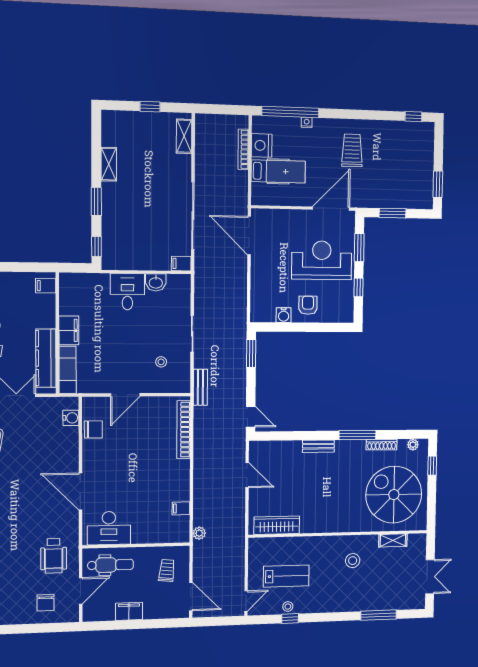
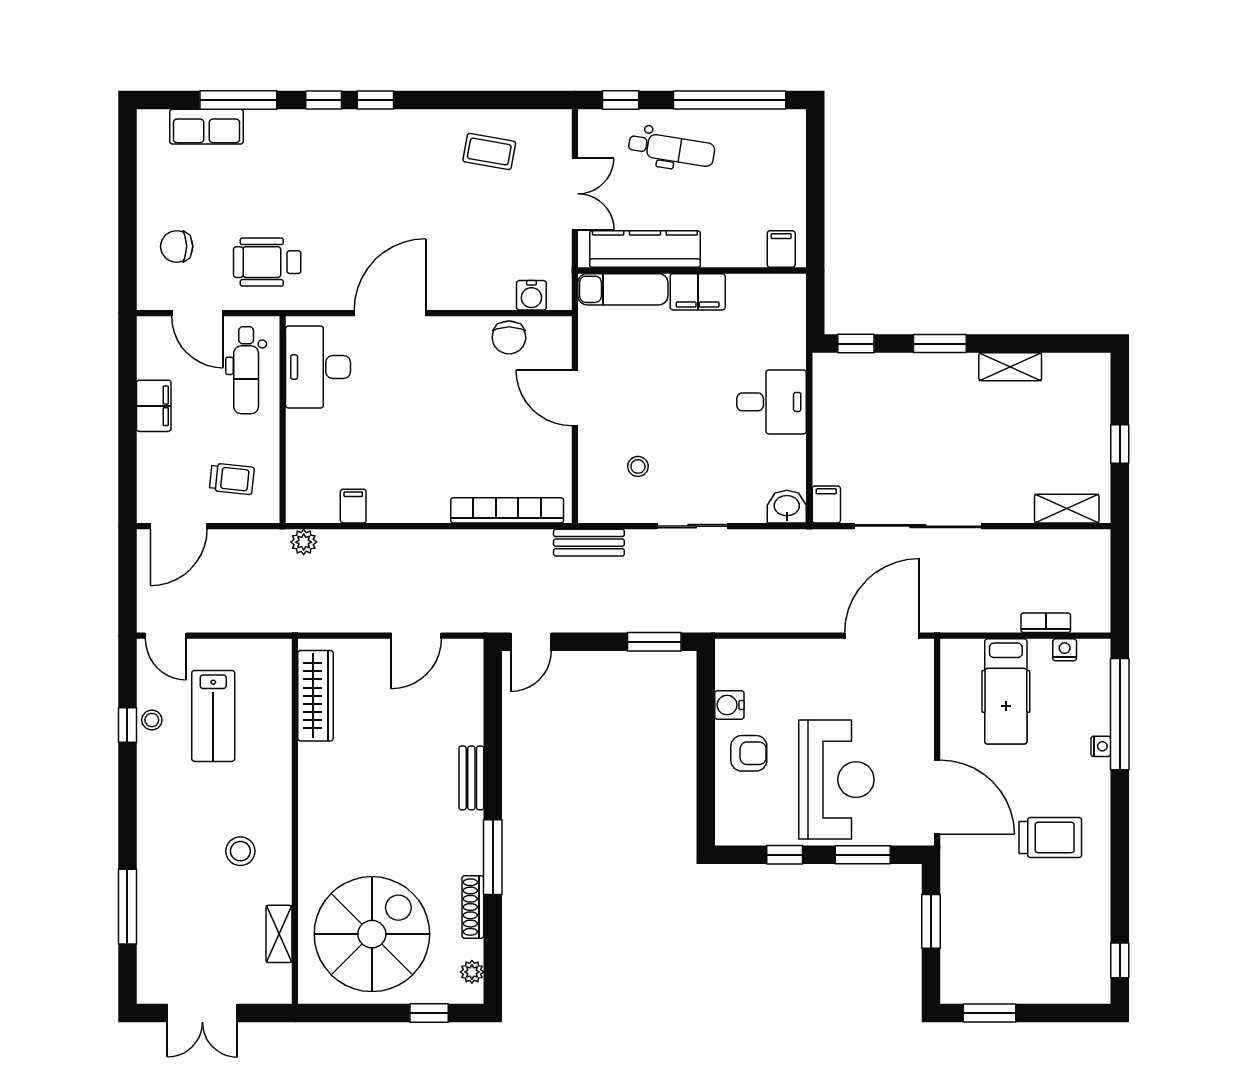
nightstand: (262, 145) -> (1065, 650), width x0.53, depth x0.56
bookcase: (243, 149) -> (1046, 623), width x0.64
washbasin: (156, 282) -> (787, 507), moved, turned 90

